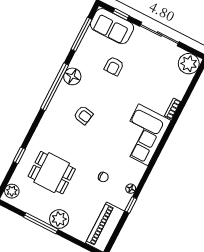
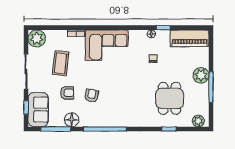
floor lamp: (72, 76) -> (72, 120), moved
coffee table: (149, 76) -> (61, 63), added
armchair: (83, 115) -> (91, 96), moved

